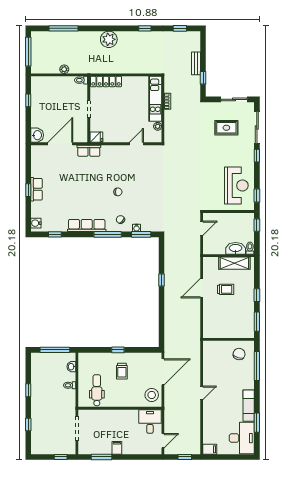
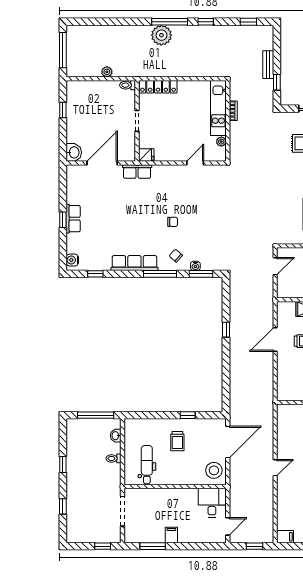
window: (64, 28) -> (170, 22), moved
window: (118, 350) -> (188, 415), moved

